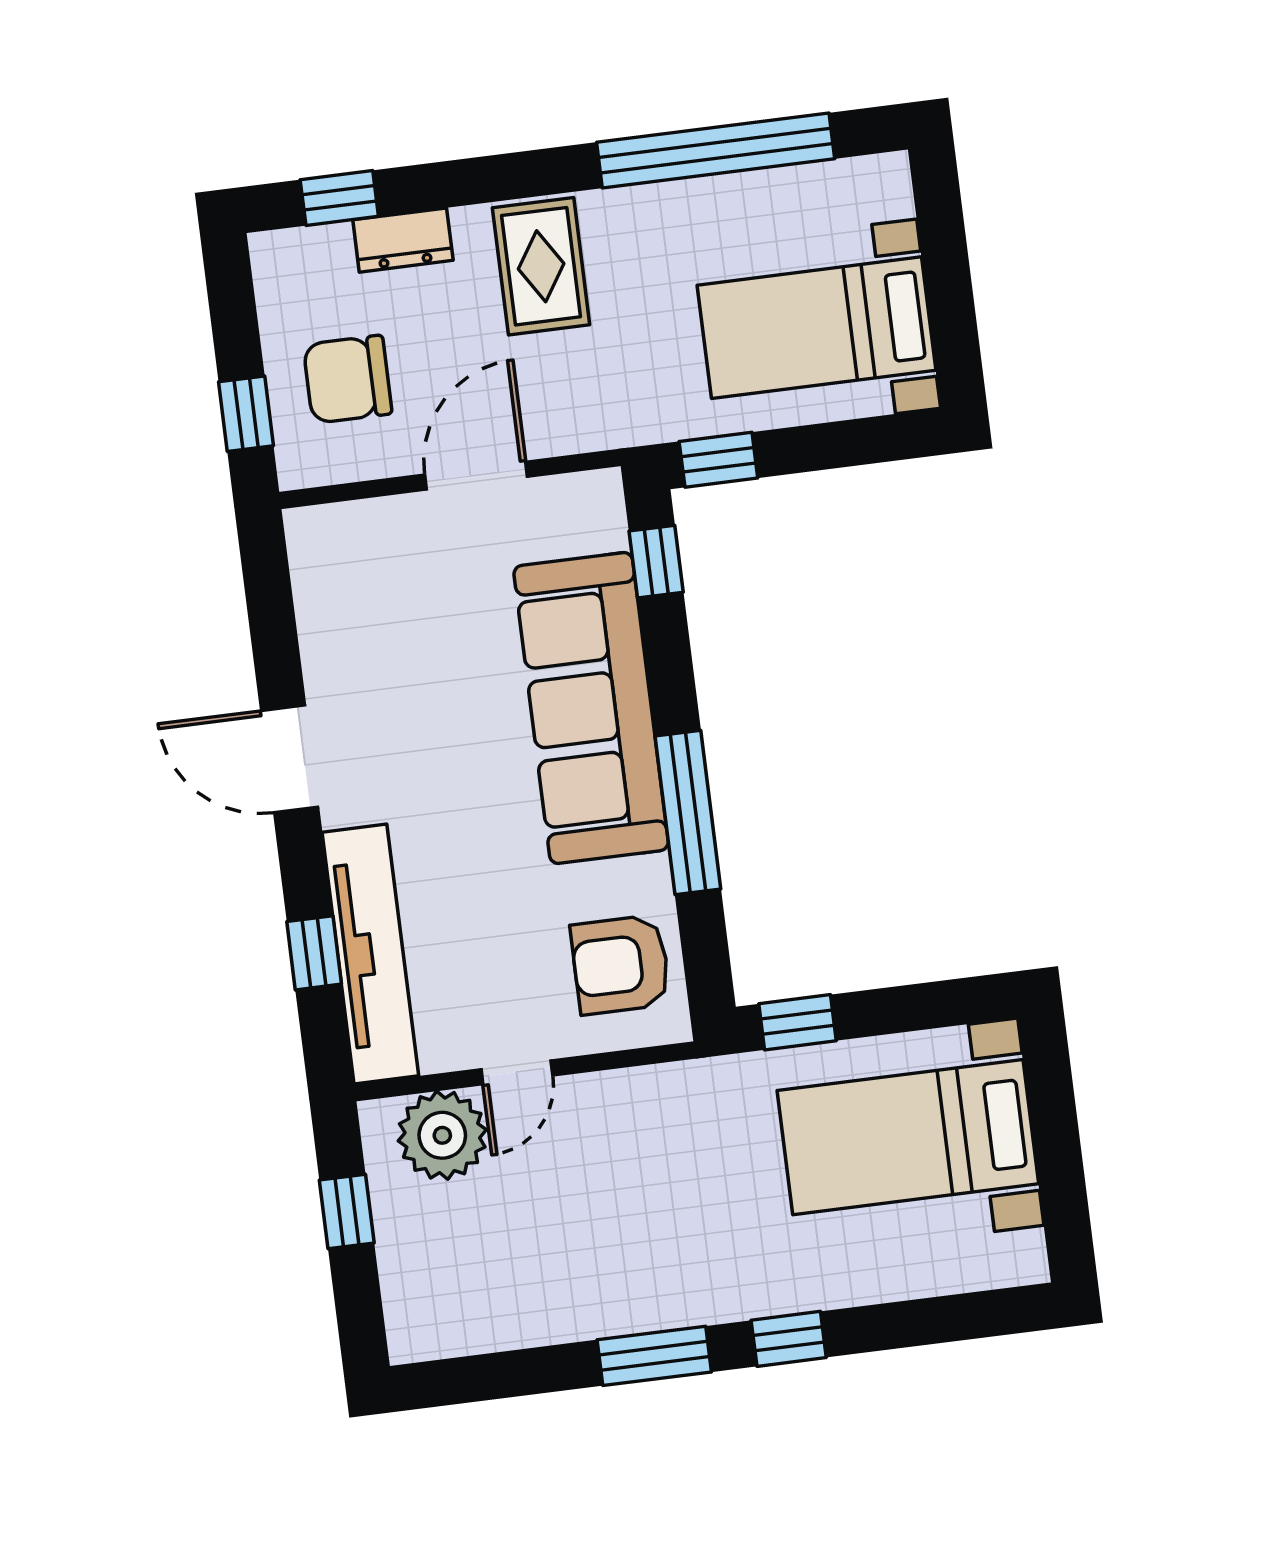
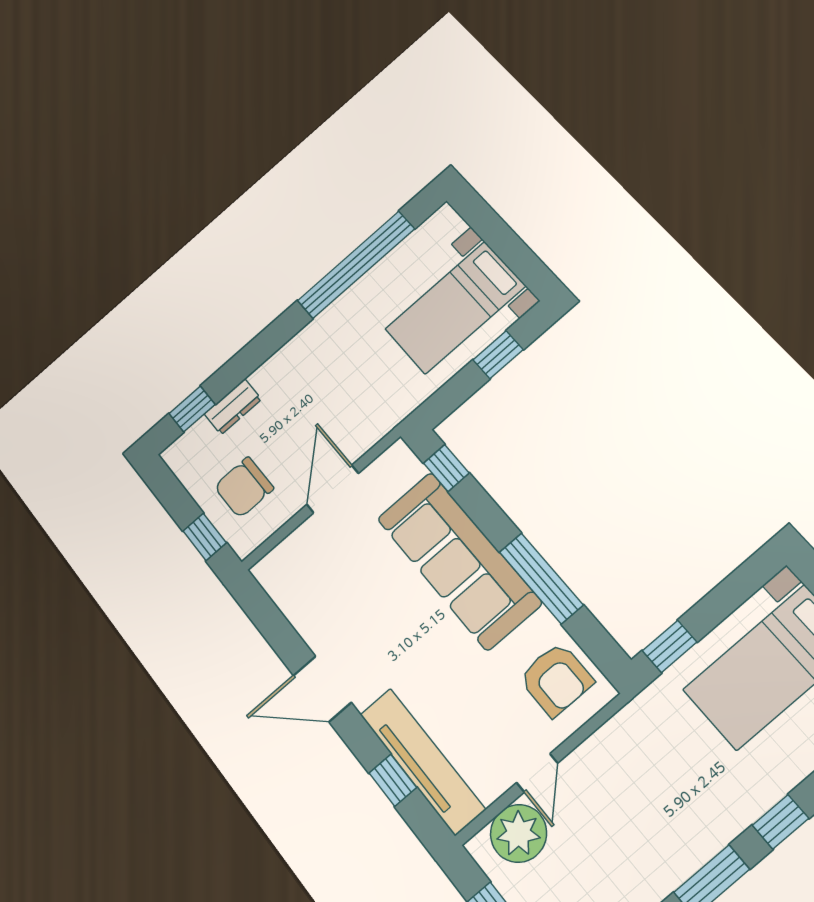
rug: (541, 266) -> (305, 373), removed
window: (718, 460) -> (498, 355), moved
armchair: (621, 965) -> (556, 679), turned -90

